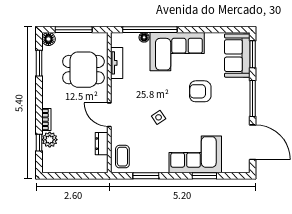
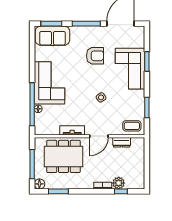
tv unit: (117, 63) -> (72, 130), moved
dining table: (83, 70) -> (63, 156), width x1.38
armchair: (200, 91) -> (95, 56), moved, turned -90

